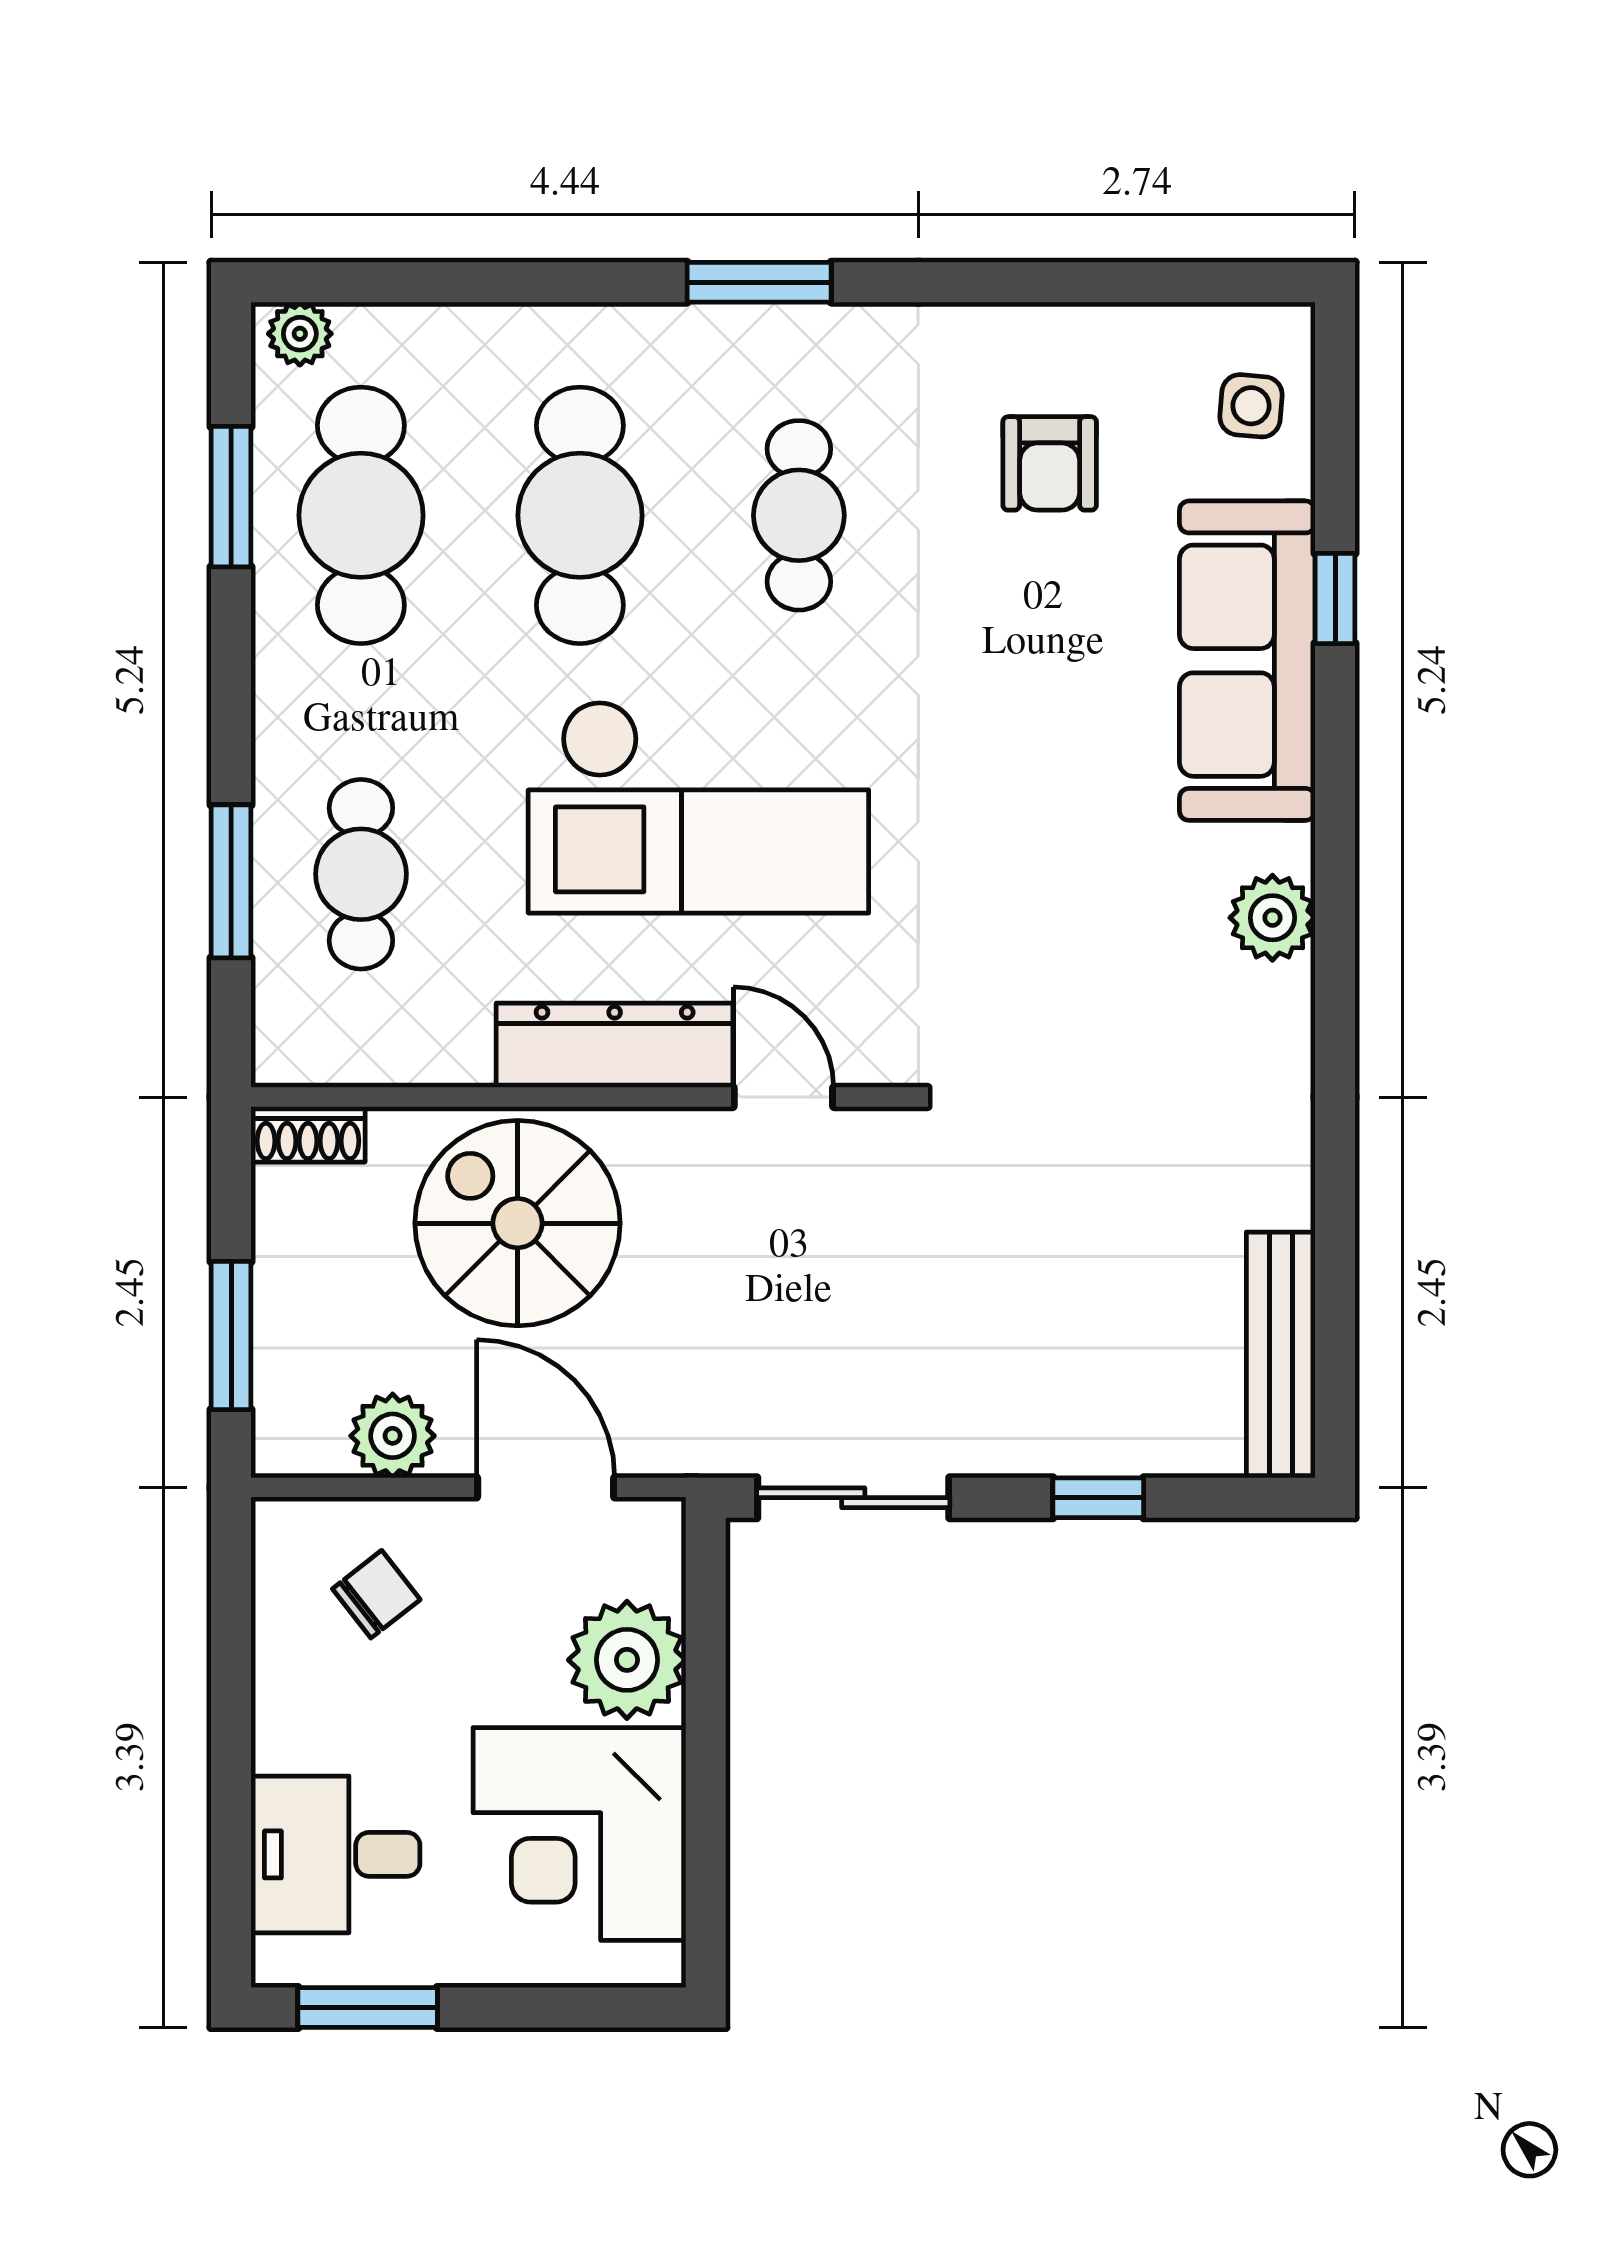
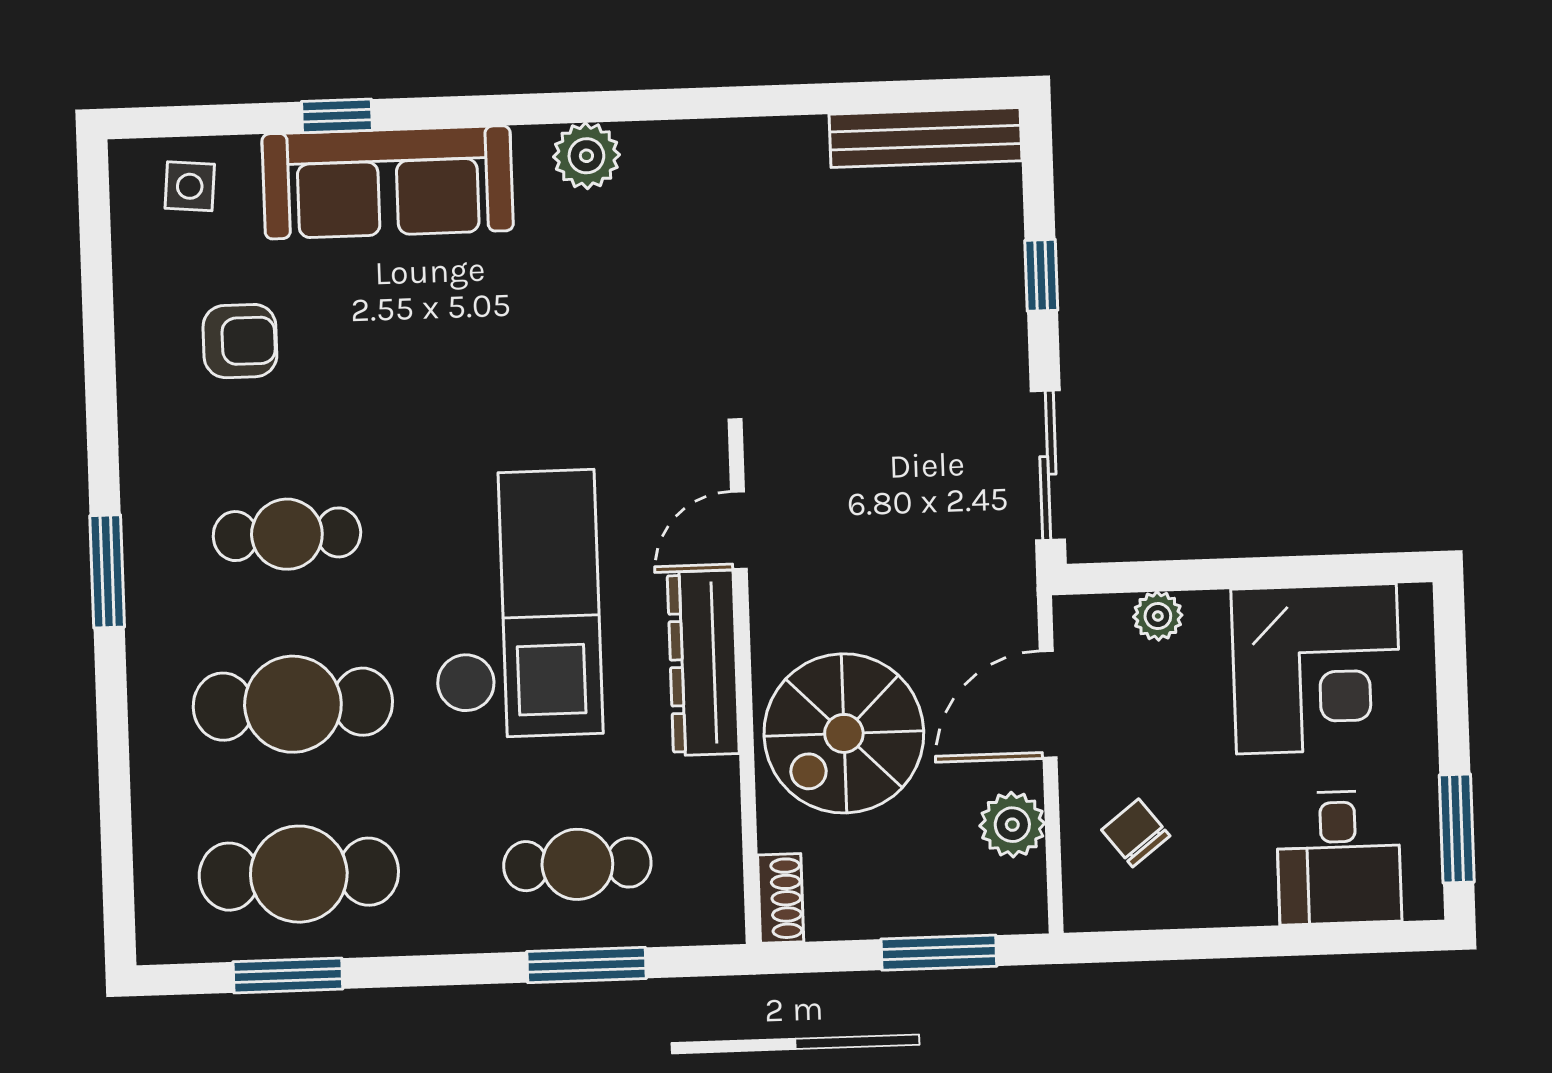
plant: (300, 334) -> (160, 926), removed
plant: (627, 1660) -> (1158, 616), width x0.53, depth x0.53

